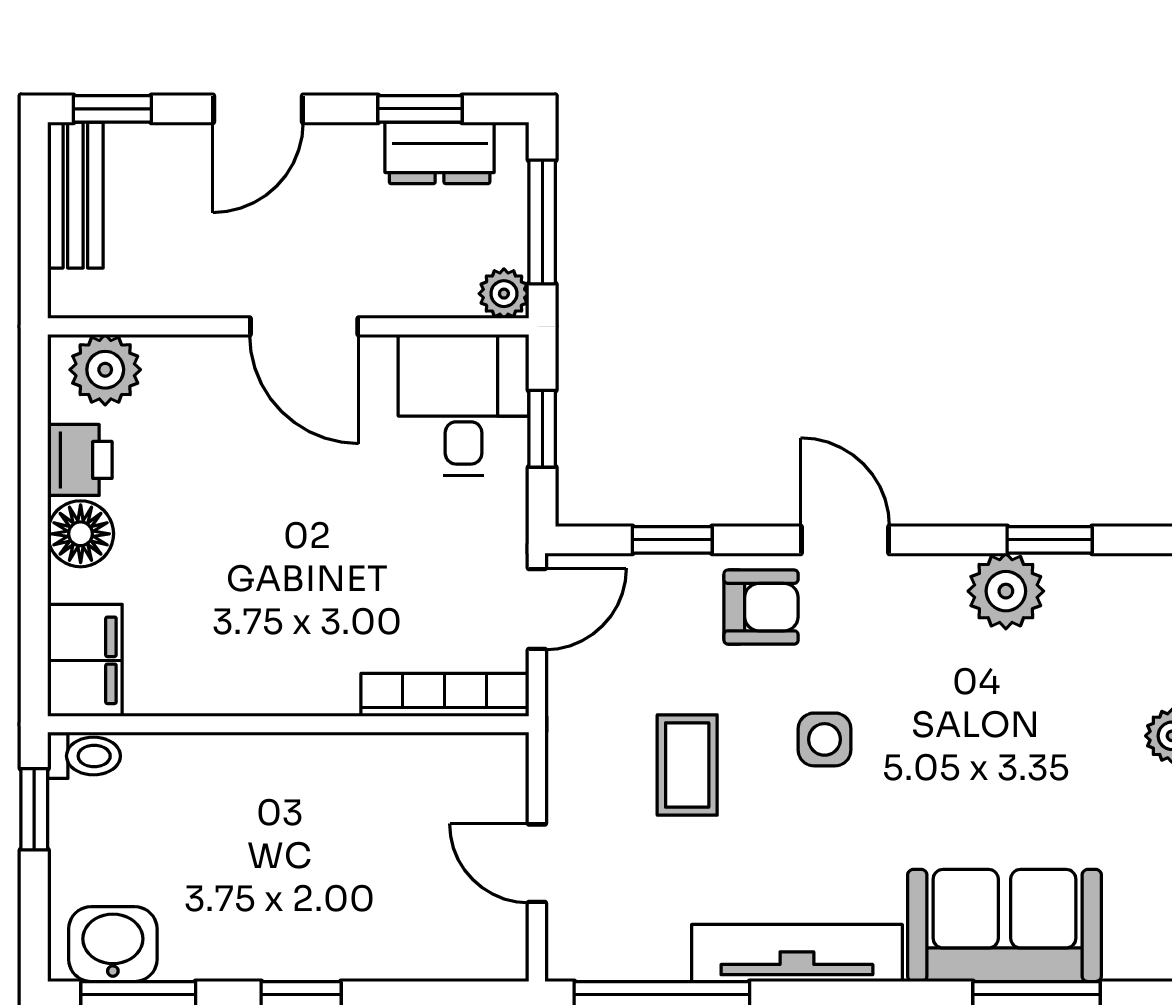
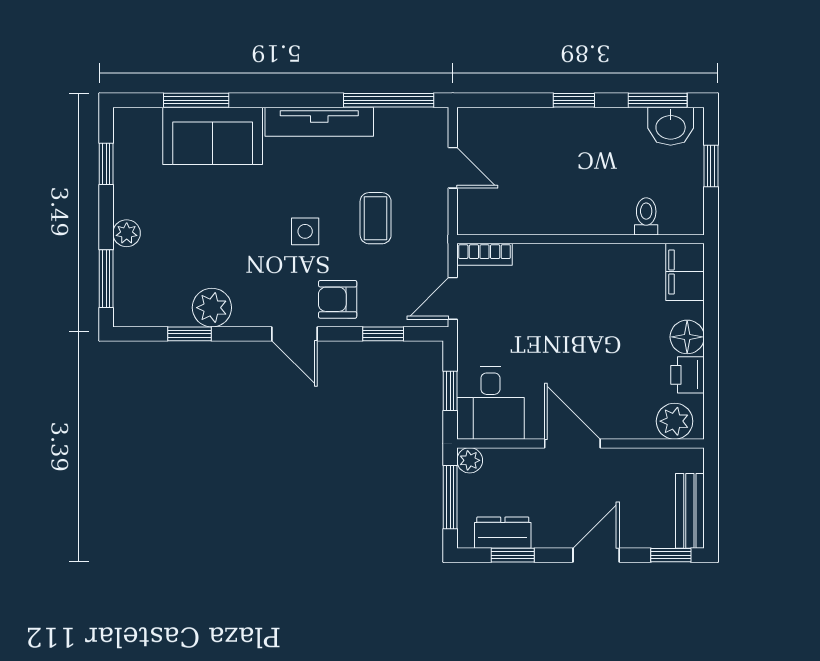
bookcase: (445, 695) -> (485, 254), width x0.64
toilet: (84, 756) -> (646, 216), moved, turned 90
window: (34, 809) -> (711, 166), moved

